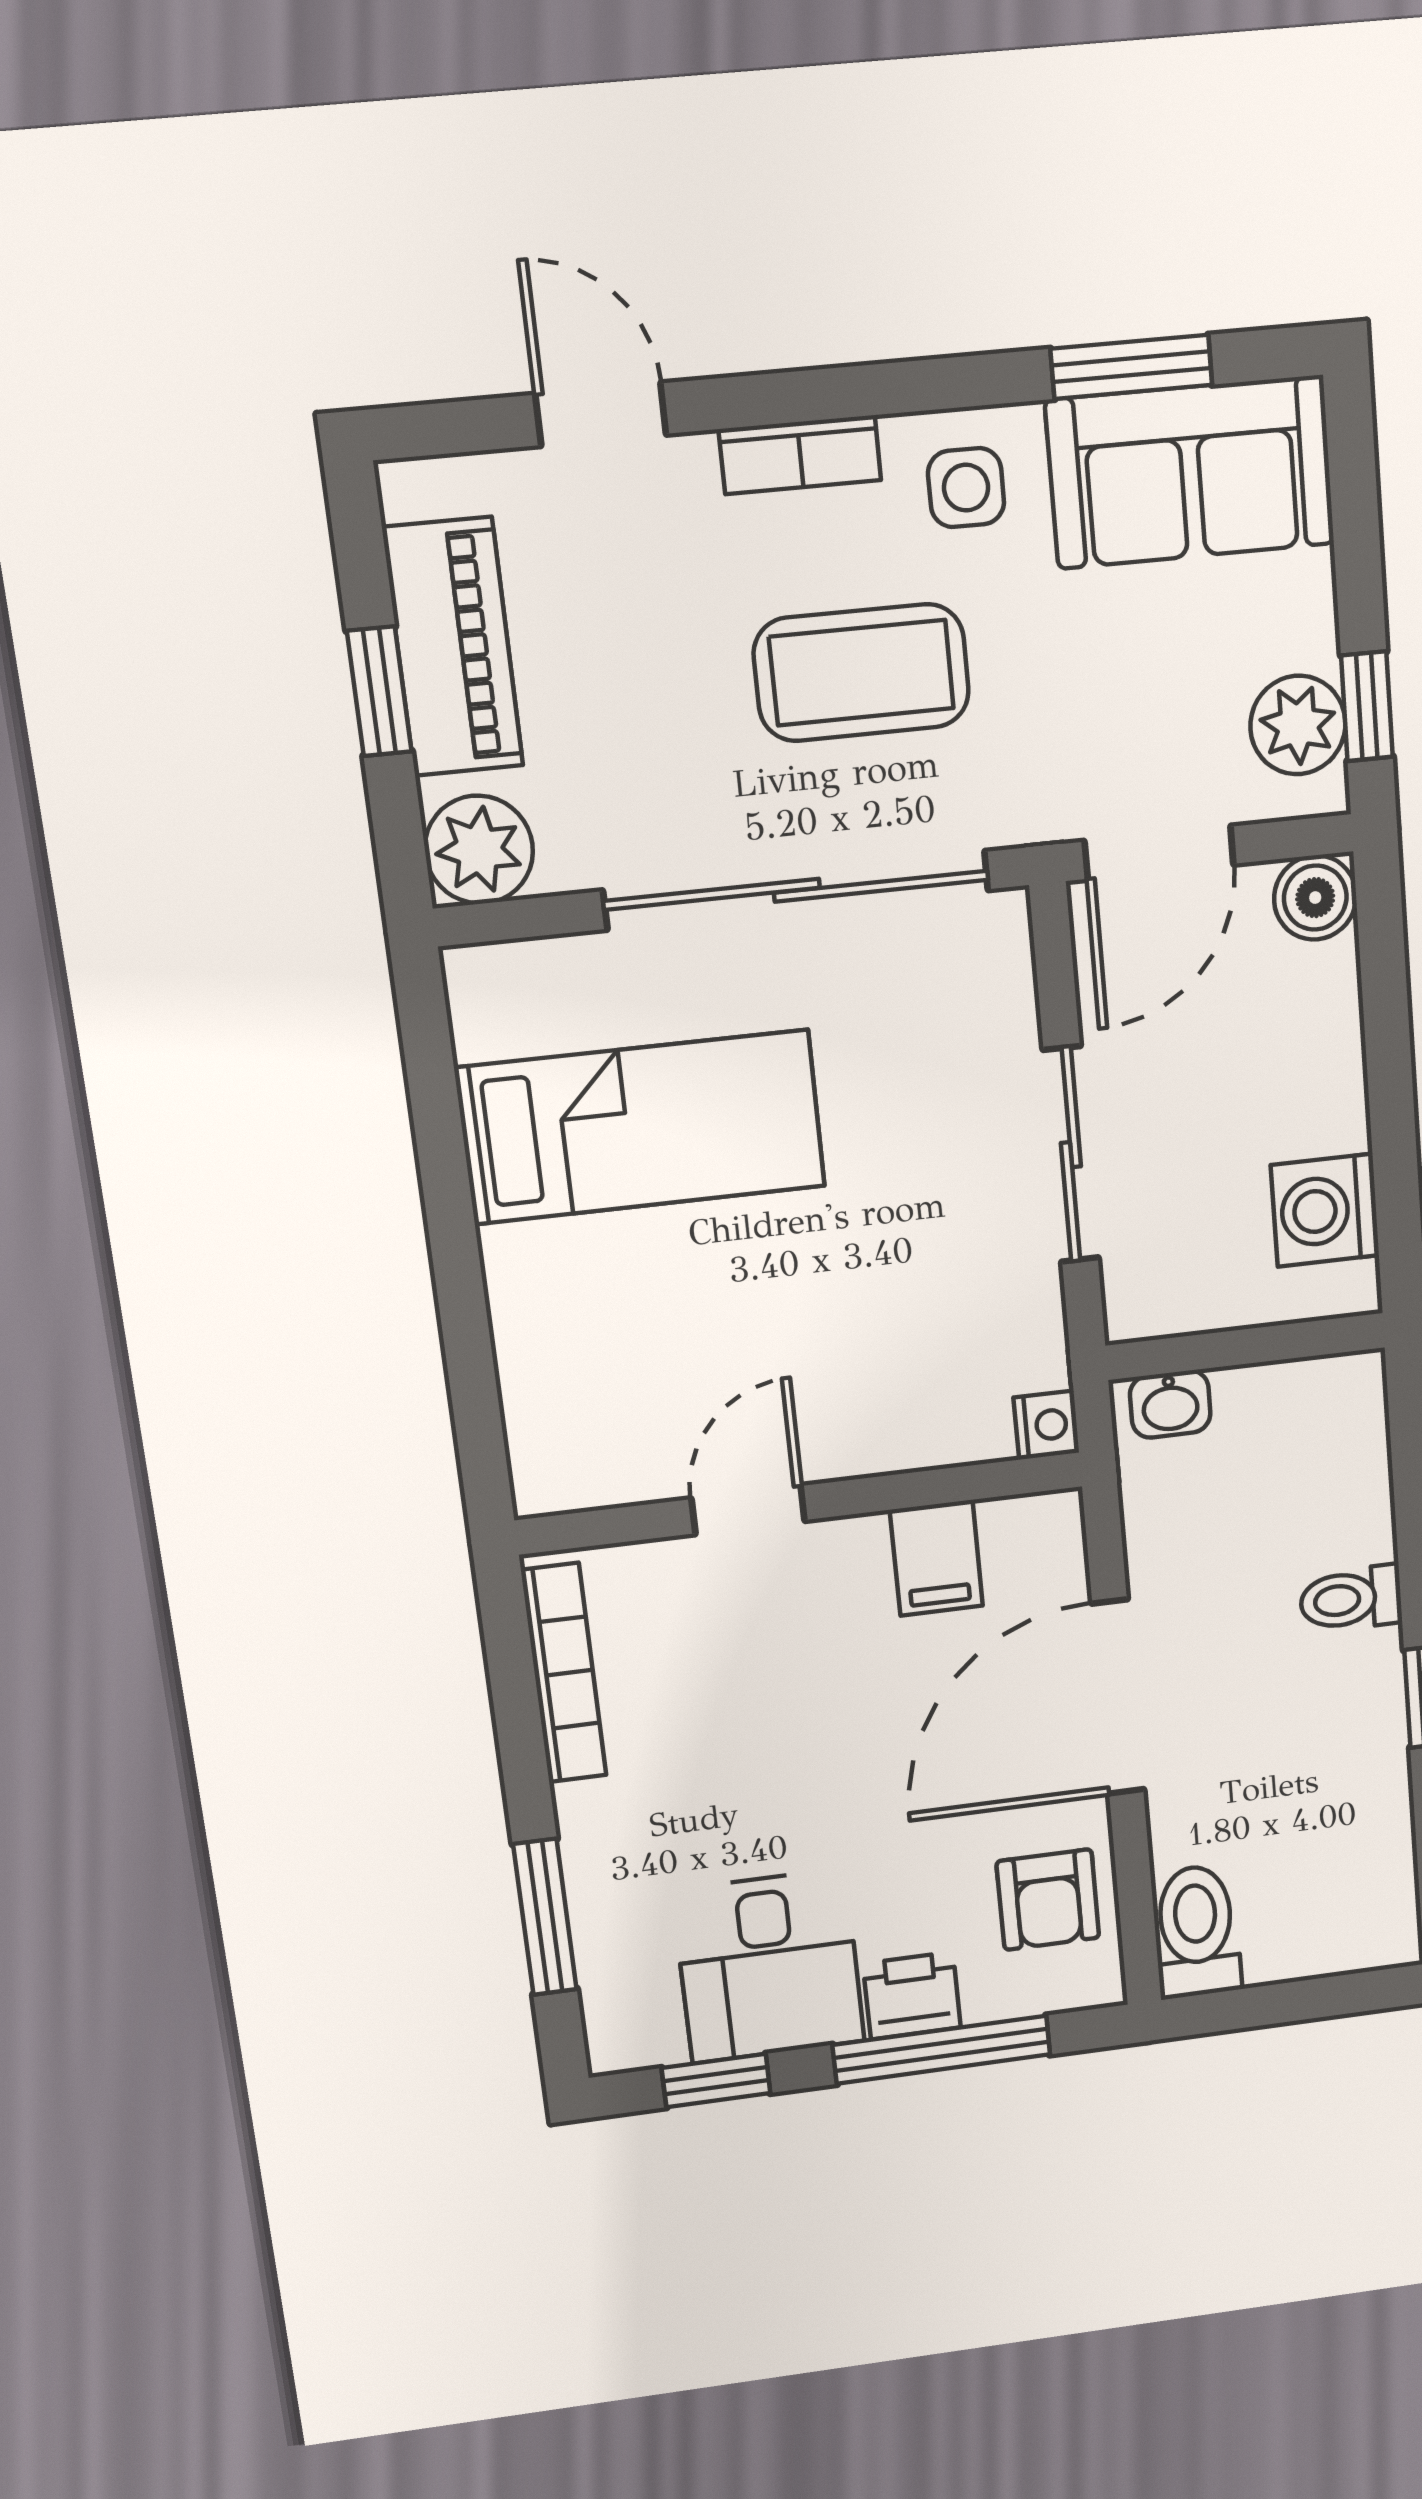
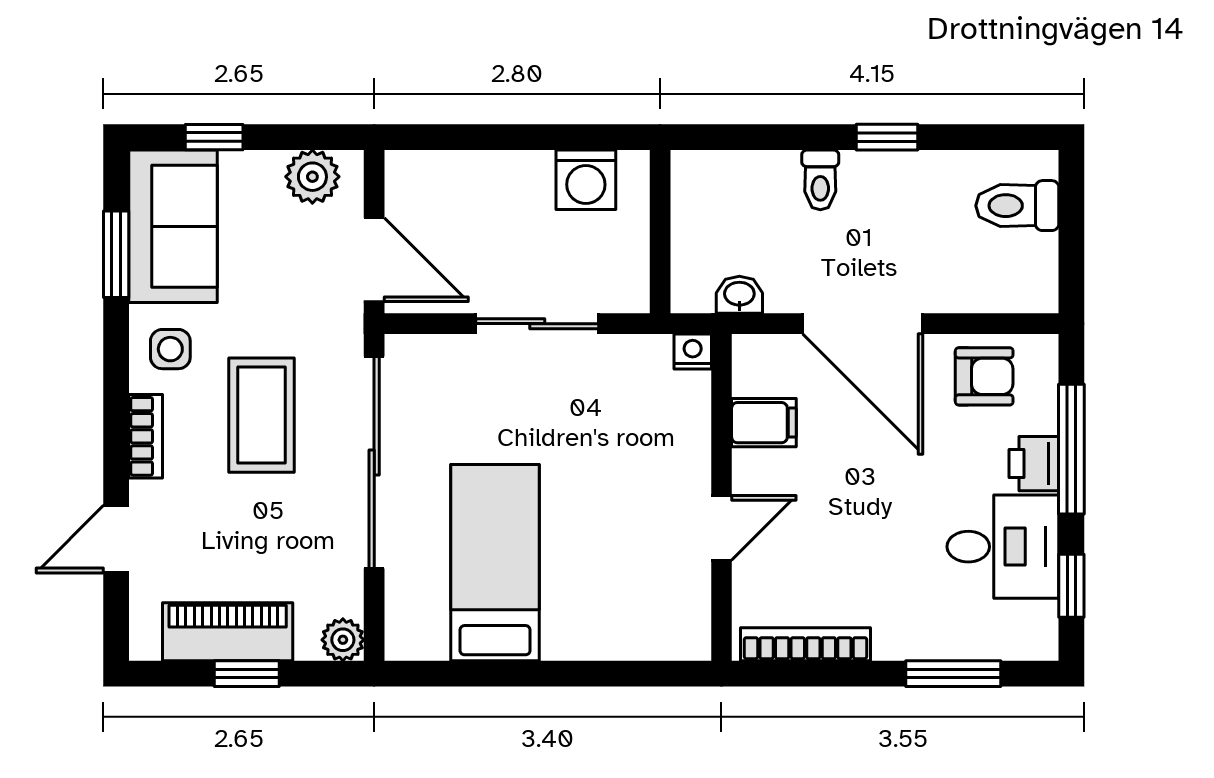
window: (1367, 706) -> (214, 137), moved
plant: (479, 850) -> (343, 640), width x0.73, depth x0.73
boiler: (1315, 898) -> (408, 173), removed
washbasin: (1170, 1404) -> (739, 295), moved, turned -90
door: (748, 1510) -> (721, 528), swing flipped
toilet: (1197, 1931) -> (1017, 206), moved

